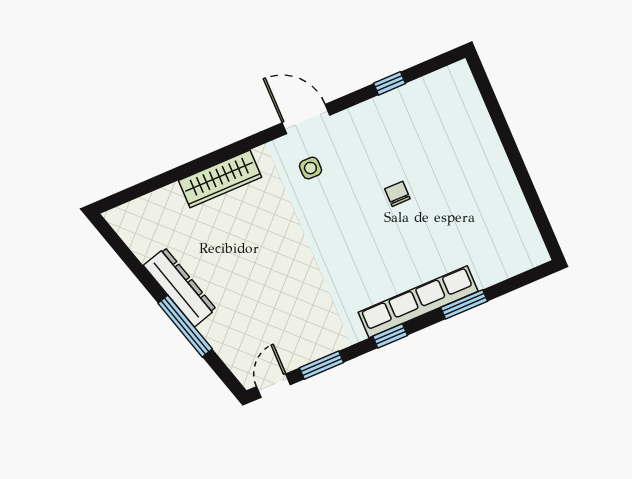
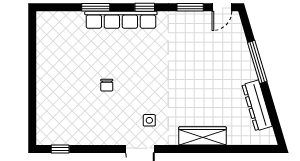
window: (389, 83) -> (60, 149), moved
dresser: (180, 287) -> (257, 105), moved

